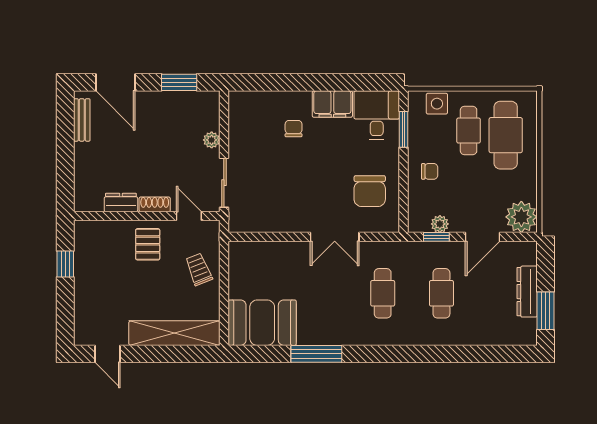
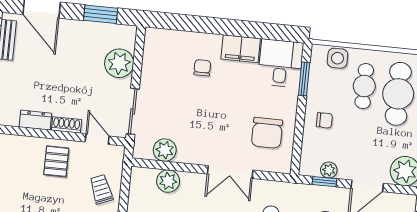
plant: (212, 140) -> (119, 63), width x1.88, depth x1.88
plant: (262, 221) -> (165, 150), added
plant: (269, 253) -> (168, 181), added

